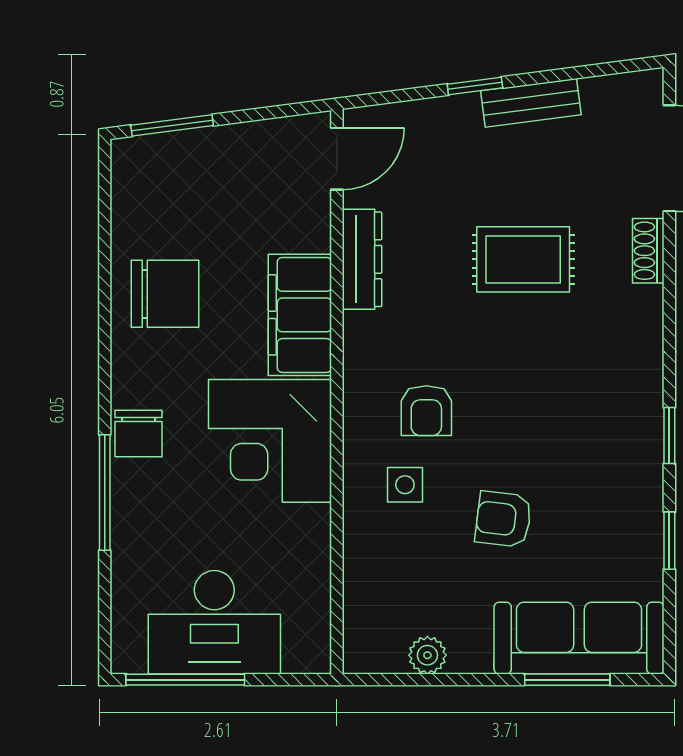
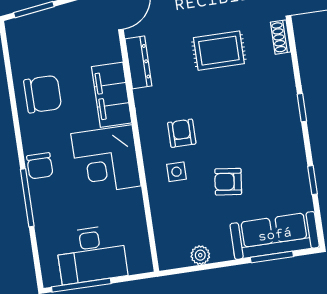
armchair: (426, 411) -> (182, 133), turned 180
window: (669, 436) -> (302, 108), moved

